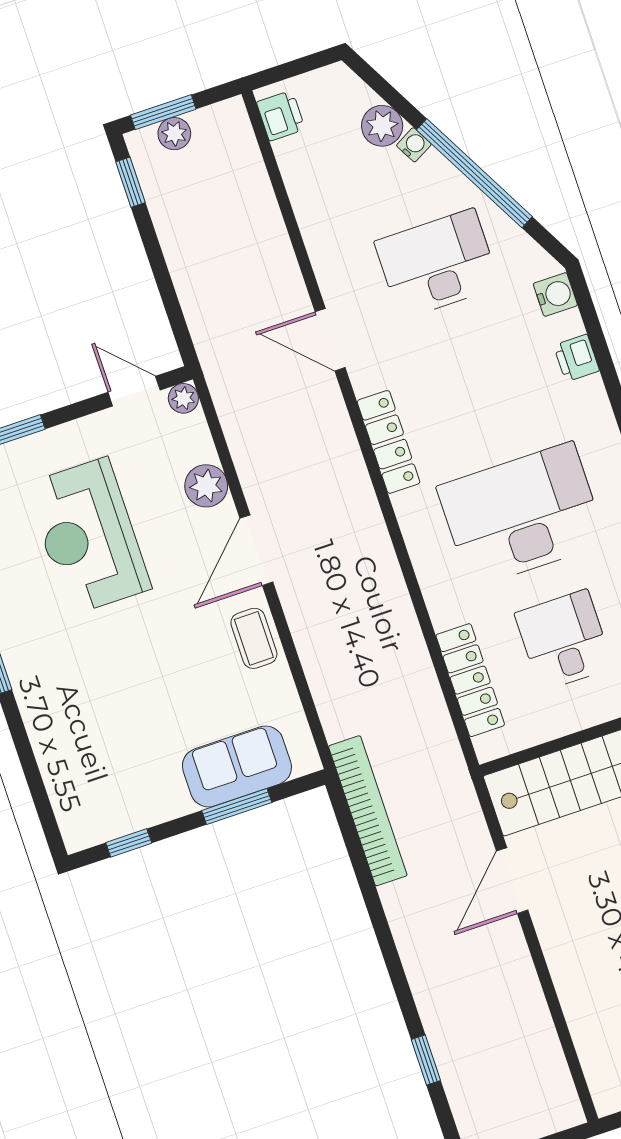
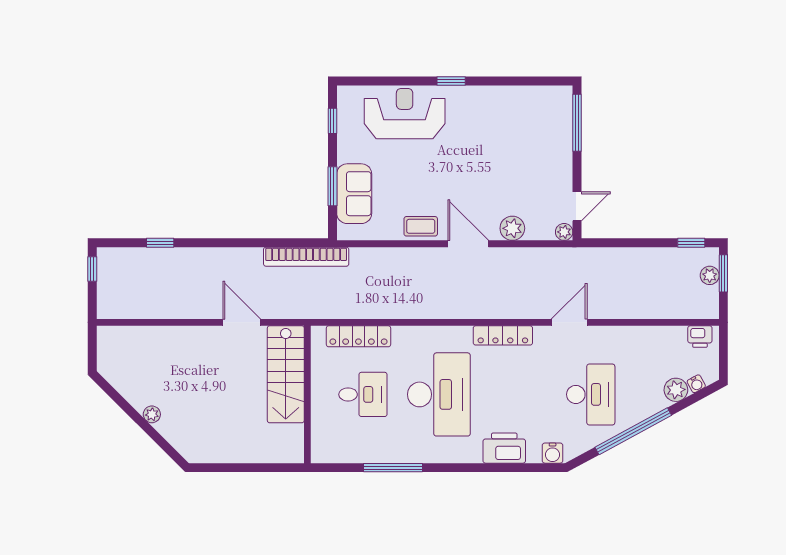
water cooler: (414, 145) -> (696, 384), moved
printer: (576, 358) -> (504, 448), width x1.87, depth x1.48
reception desk: (88, 536) -> (405, 114), moved

